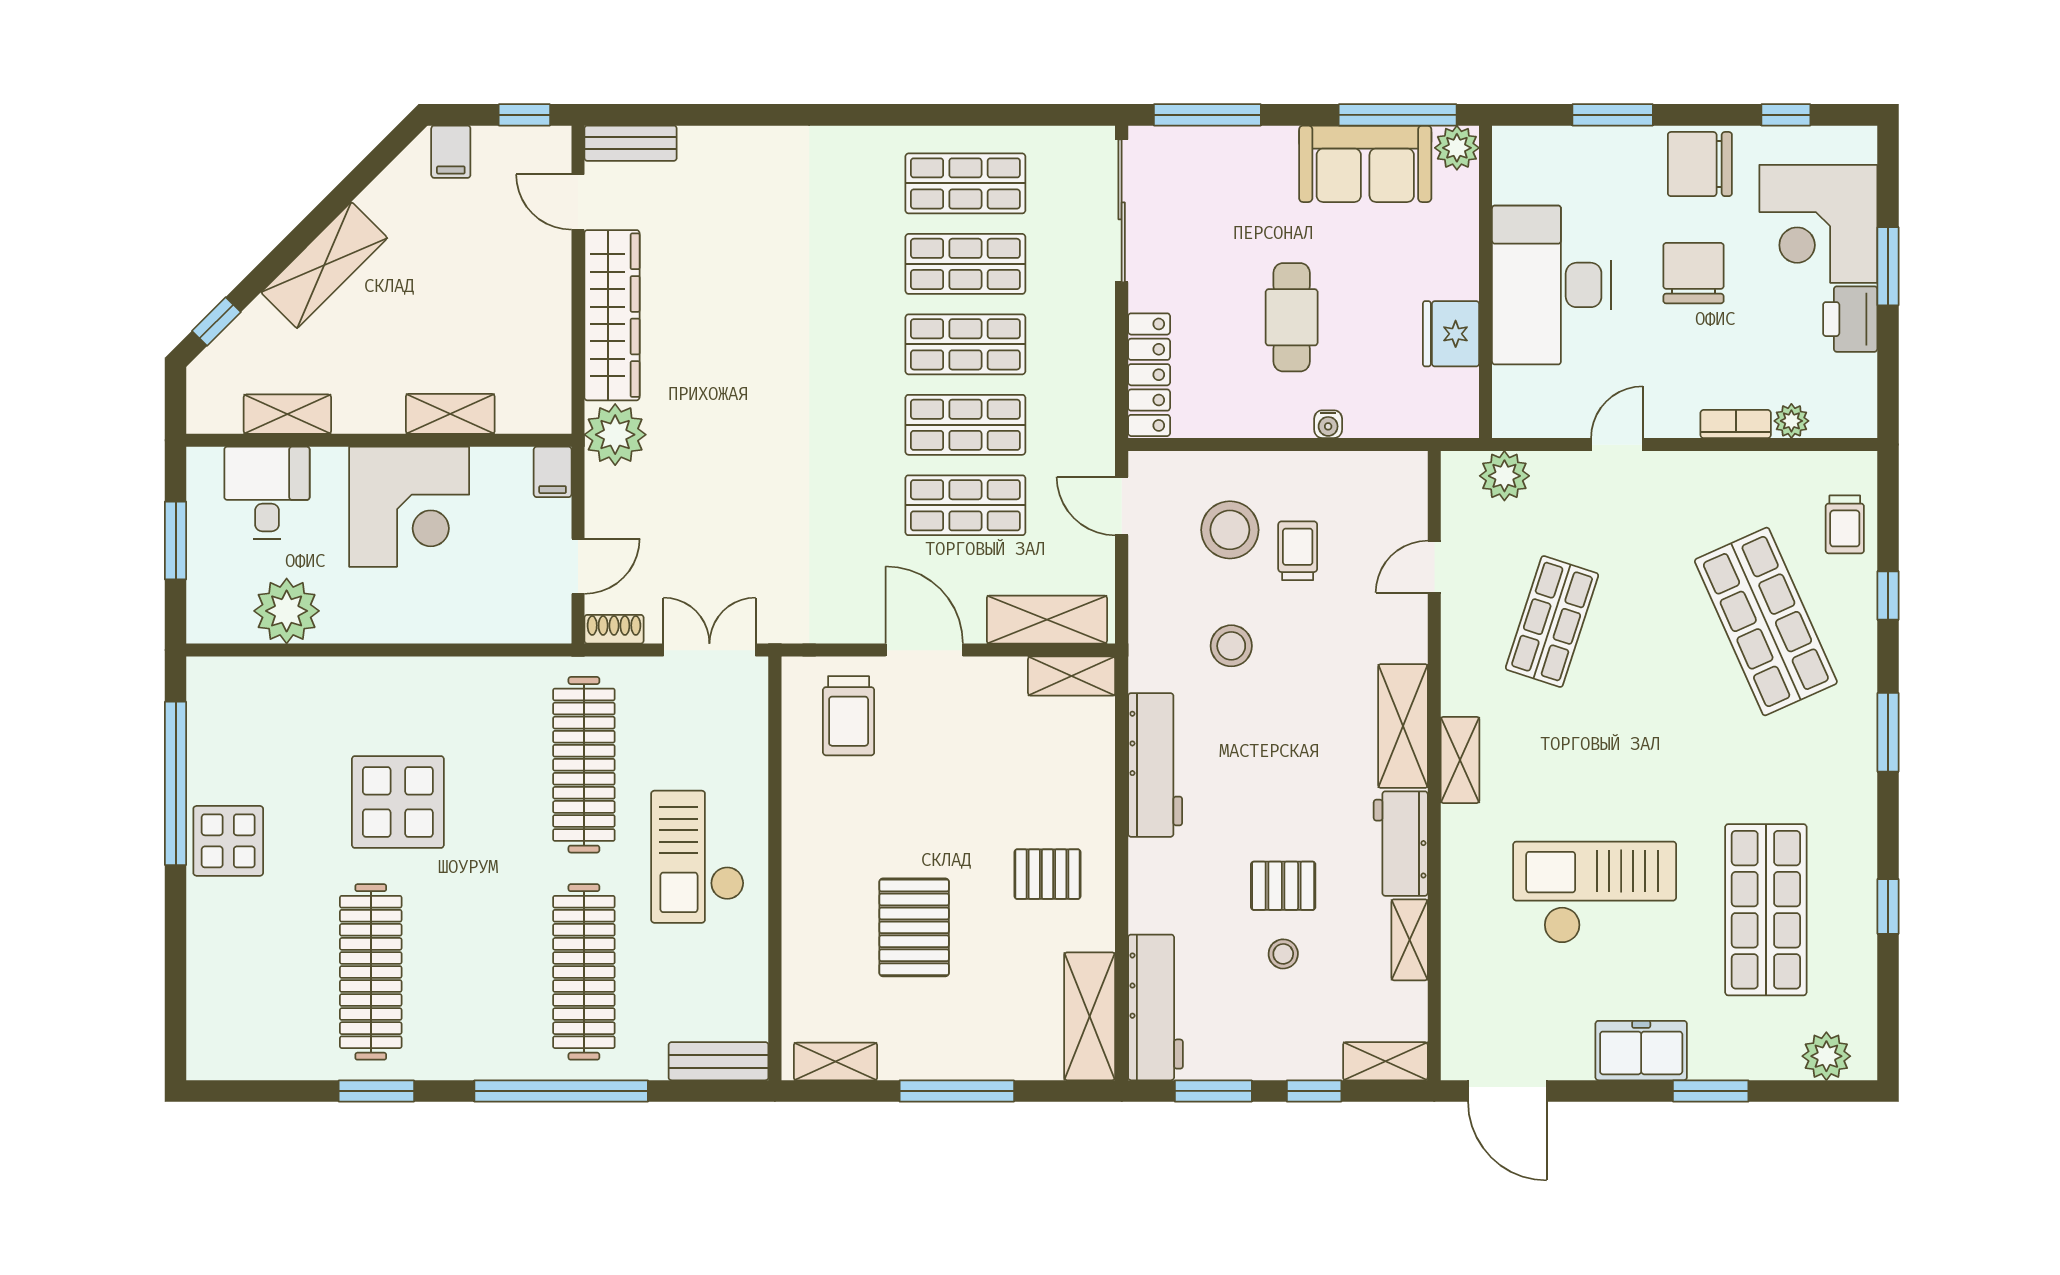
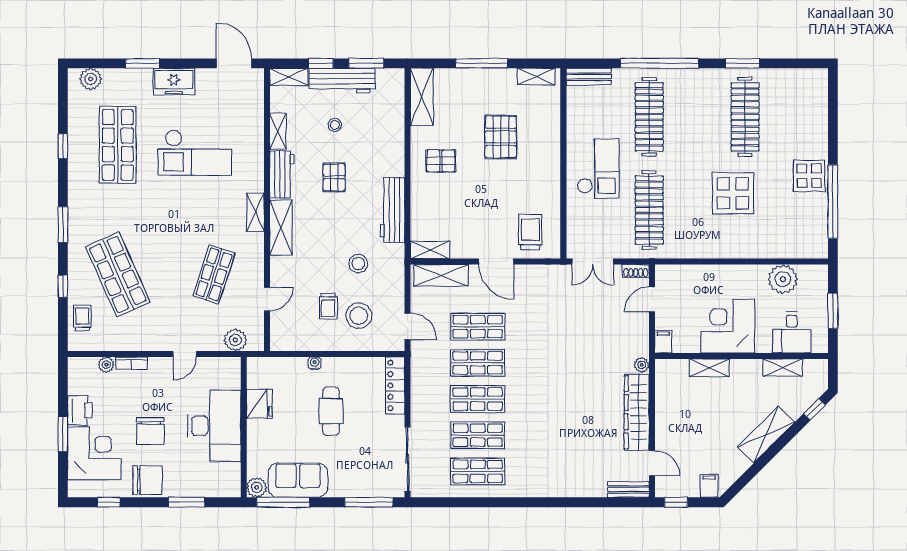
plant: (615, 435) -> (642, 365), width x0.53, depth x0.53
pallet: (1283, 886) -> (334, 177), moved, turned 90
workbench: (1155, 1007) -> (342, 80), moved, turned -90

